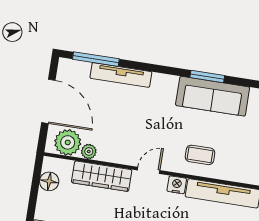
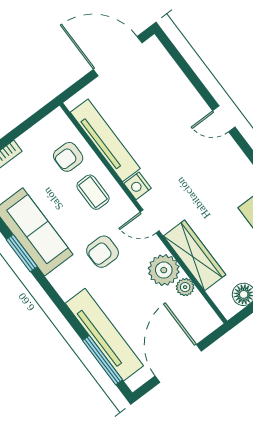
tv unit: (121, 75) -> (104, 335), width x1.36, depth x1.29
armchair: (159, 125) -> (103, 252), added
plant: (68, 142) -> (164, 270), moved
armchair: (236, 162) -> (68, 157), added

